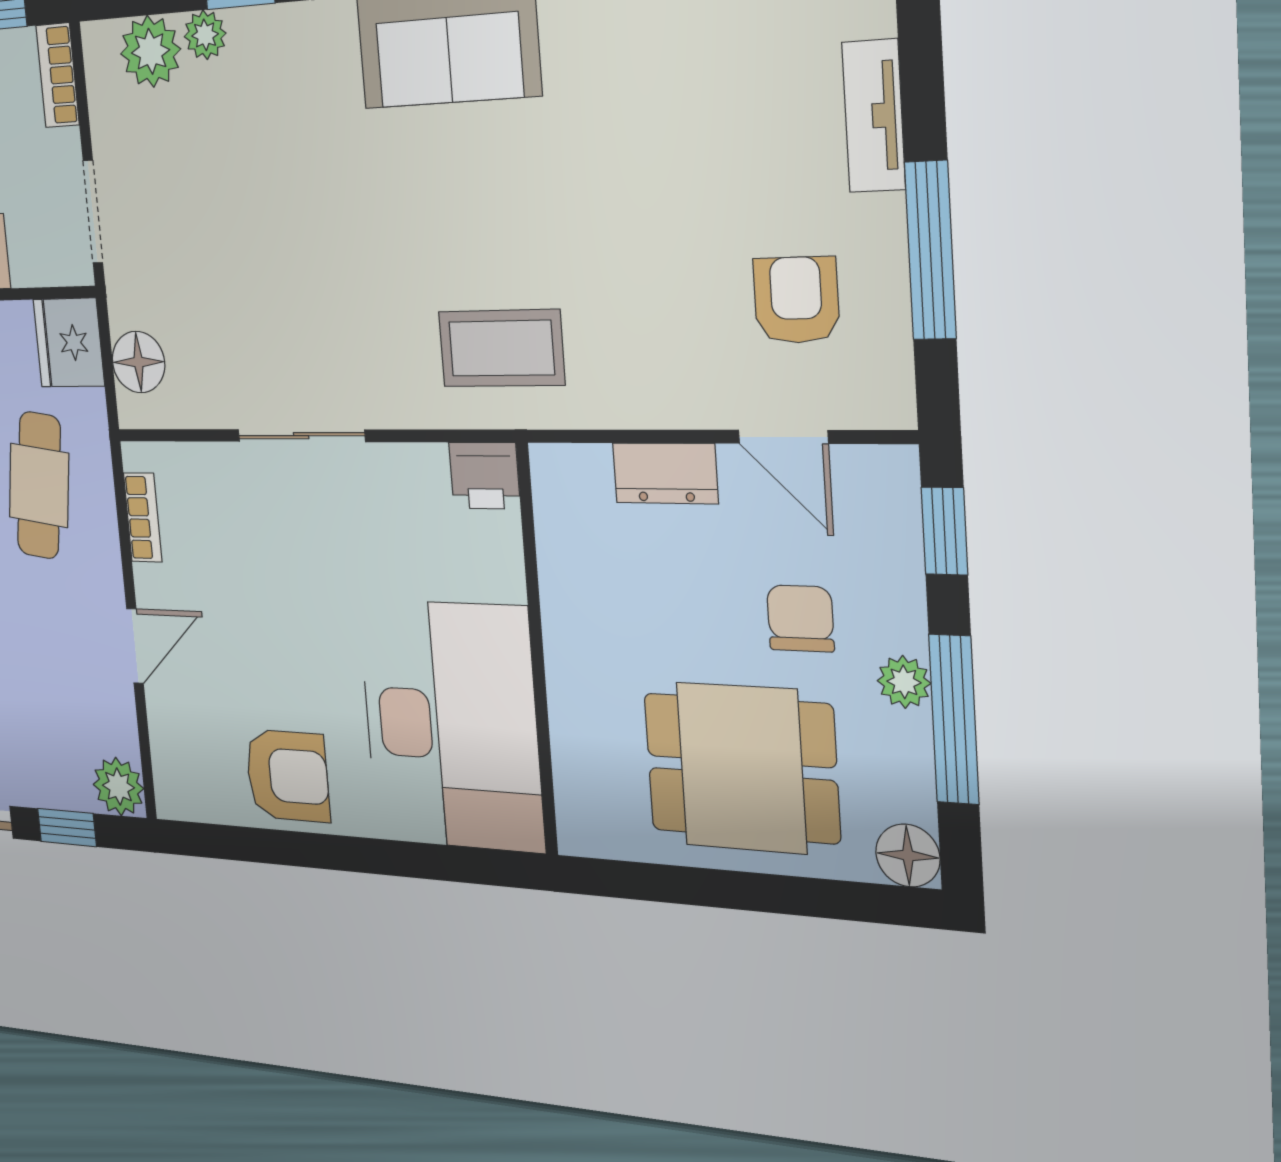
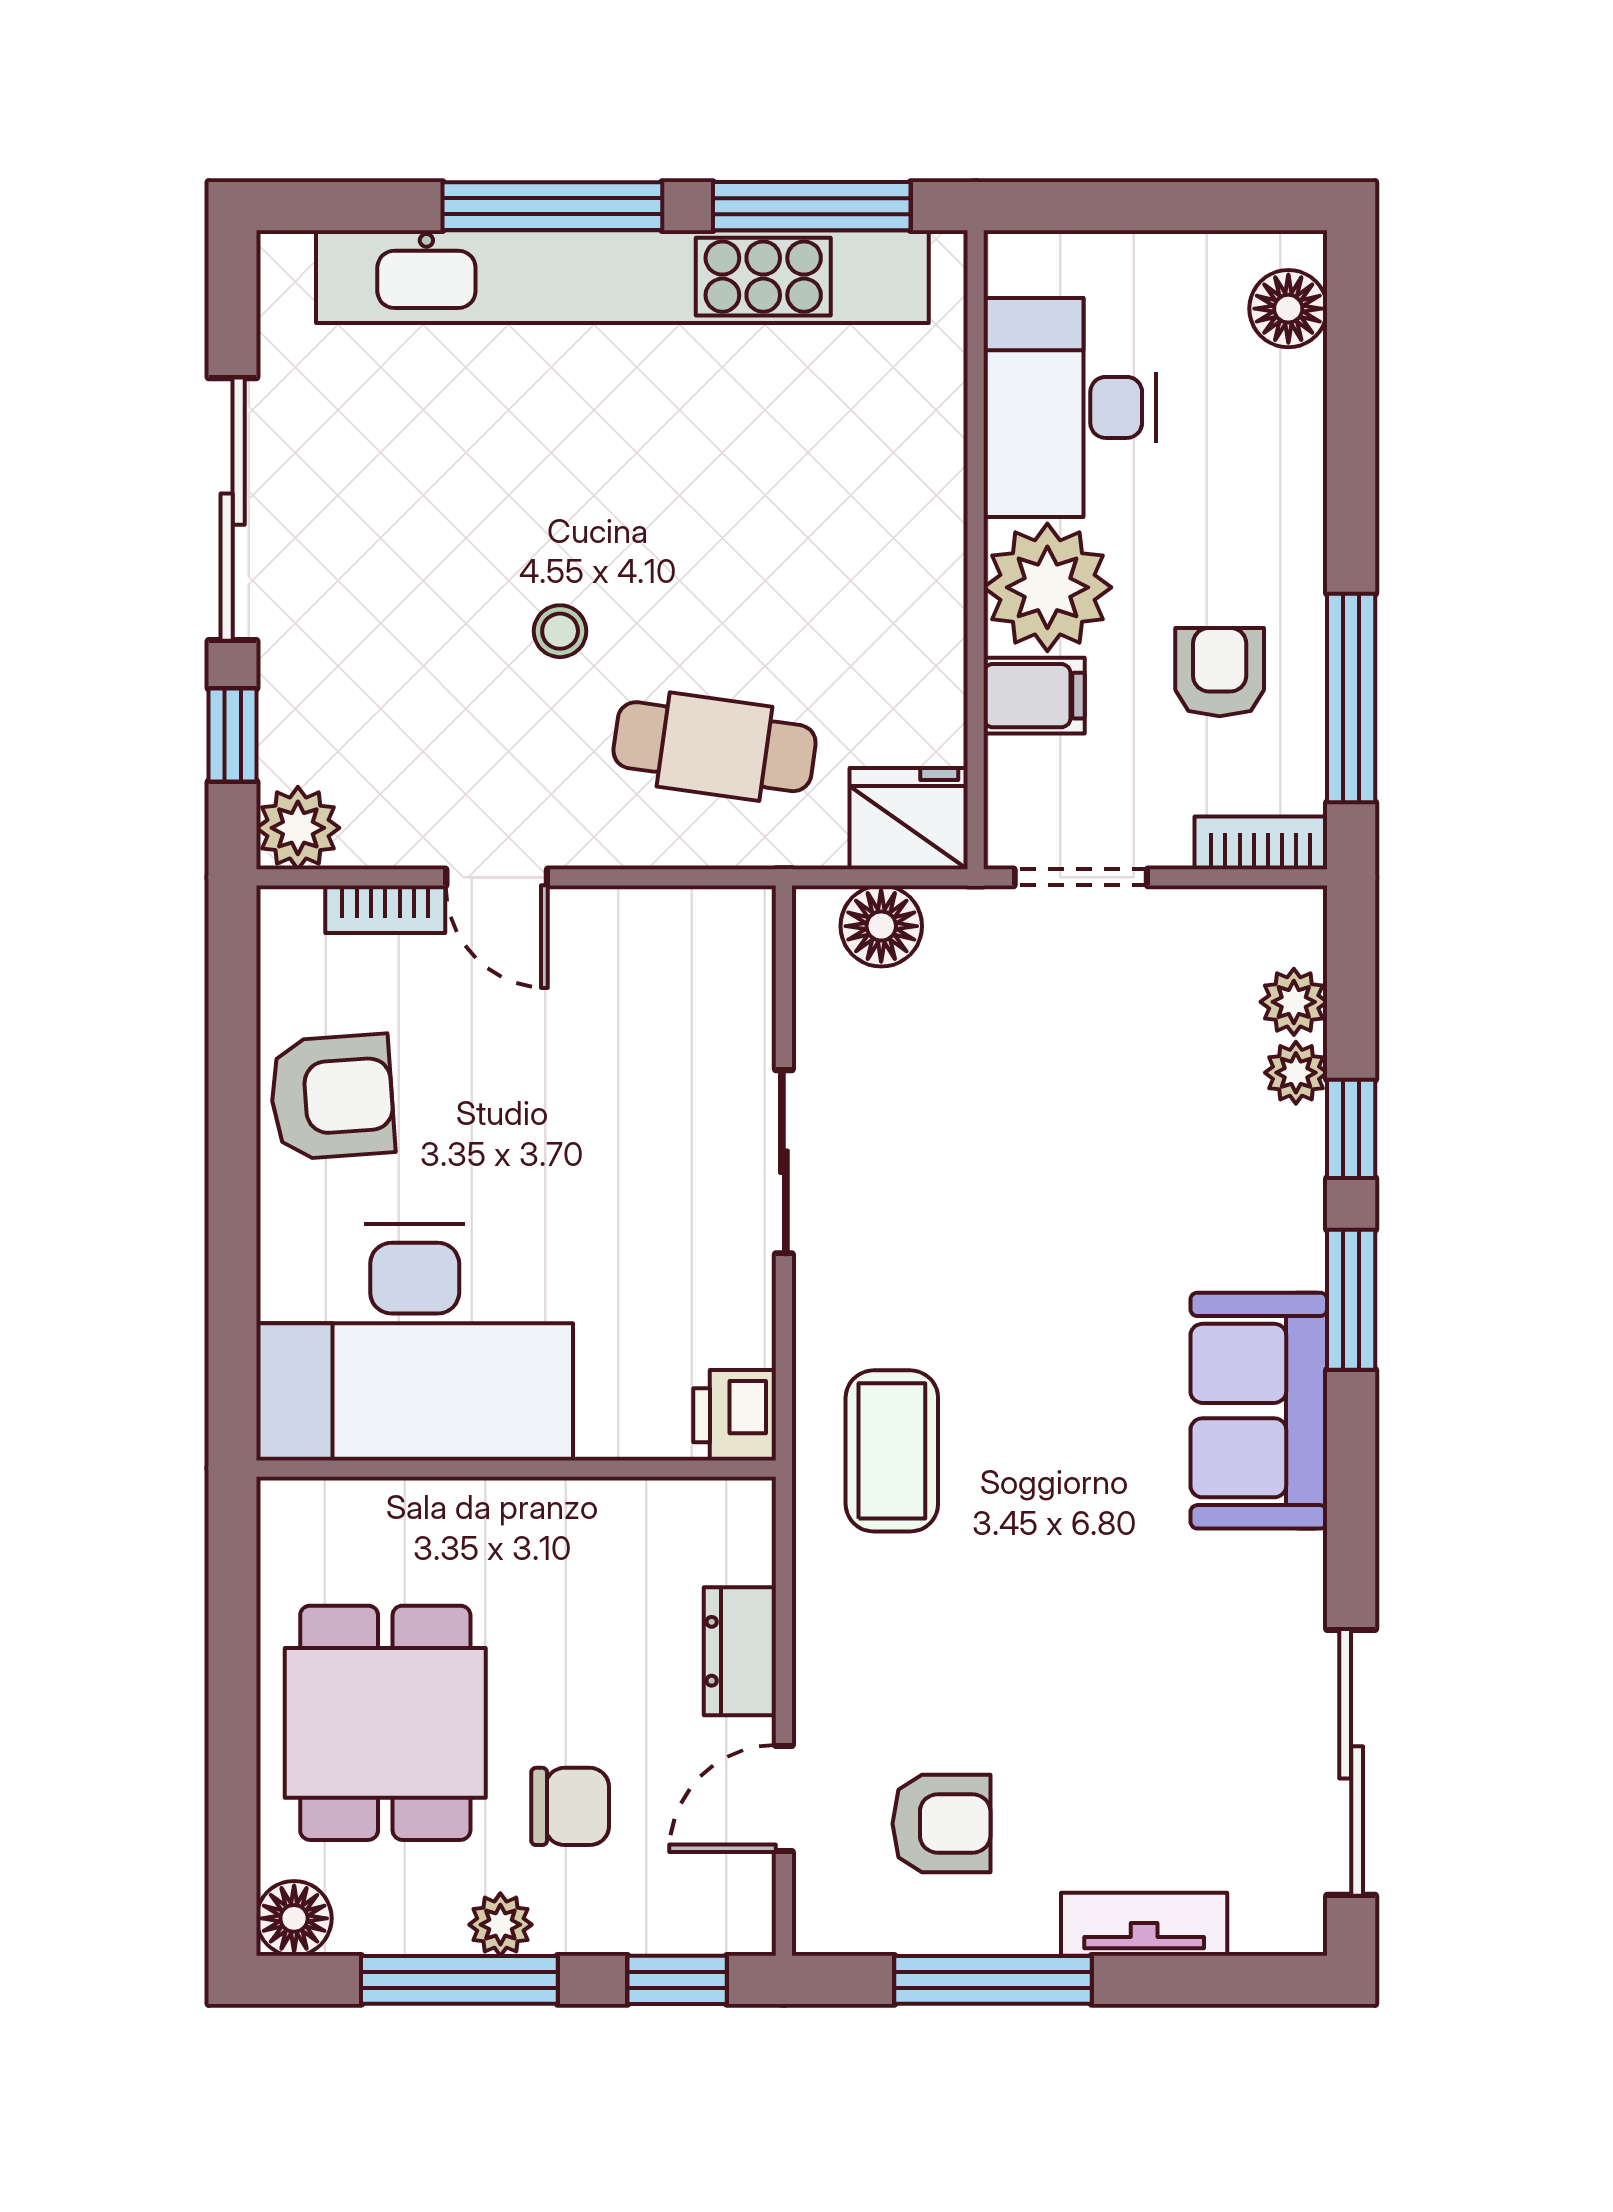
plant: (151, 51) -> (1294, 1002), width x0.73, depth x0.73
bookcase: (143, 518) -> (385, 909), moved
armchair: (287, 776) -> (332, 1097), turned -94

